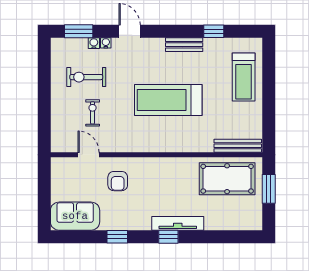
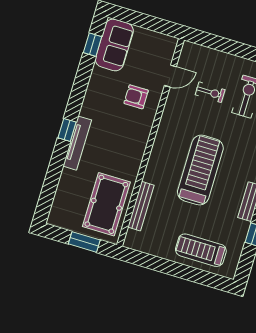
bench: (238, 146) -> (141, 206), moved
window: (117, 237) -> (93, 45), moved

